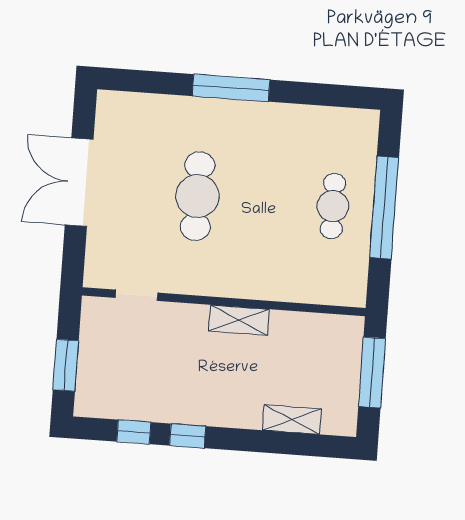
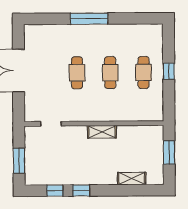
cafe table: (197, 196) -> (77, 73), width x0.73, depth x0.74
cafe table: (265, 201) -> (110, 73), added
window: (384, 208) -> (169, 71), width x0.32
window: (372, 372) -> (169, 152), width x0.69

